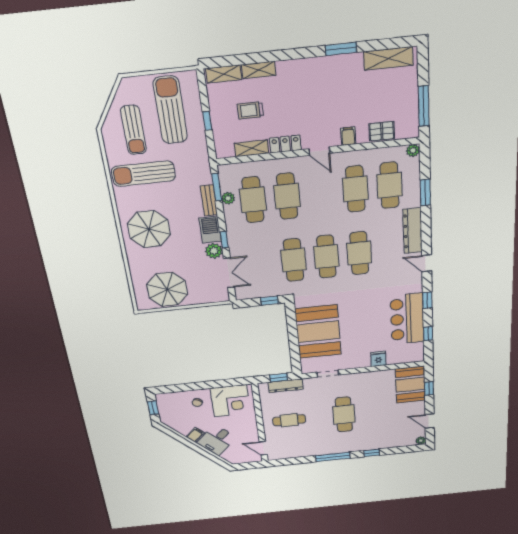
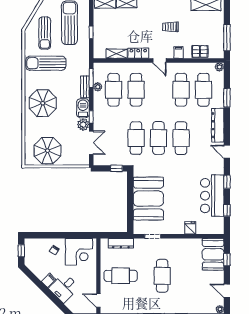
trolley: (250, 110) -> (170, 27), moved
window: (279, 378) -> (117, 235), removed
cafe table: (289, 420) -> (121, 276), width x1.37, depth x1.35

